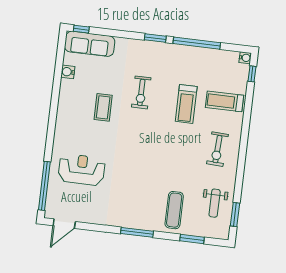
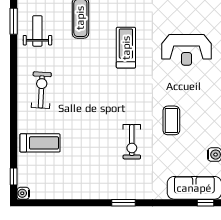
window: (197, 43) -> (78, 203), removed
exercise bike: (141, 92) -> (132, 142), turned 180
treadmill: (186, 104) -> (126, 48), moved

